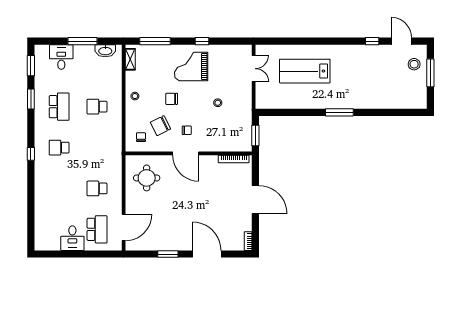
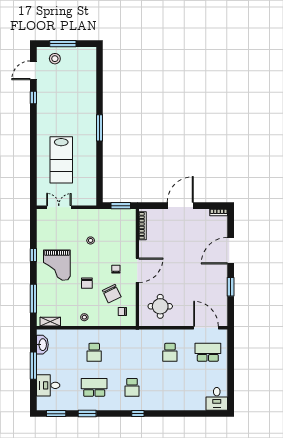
desk: (72, 238) -> (217, 399), moved, turned 90

